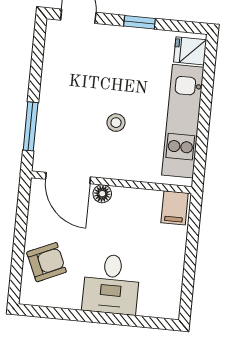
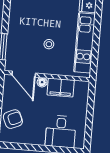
filing cabinet: (175, 208) -> (61, 88), moved, width x2.00
desk: (111, 284) -> (61, 131), moved

